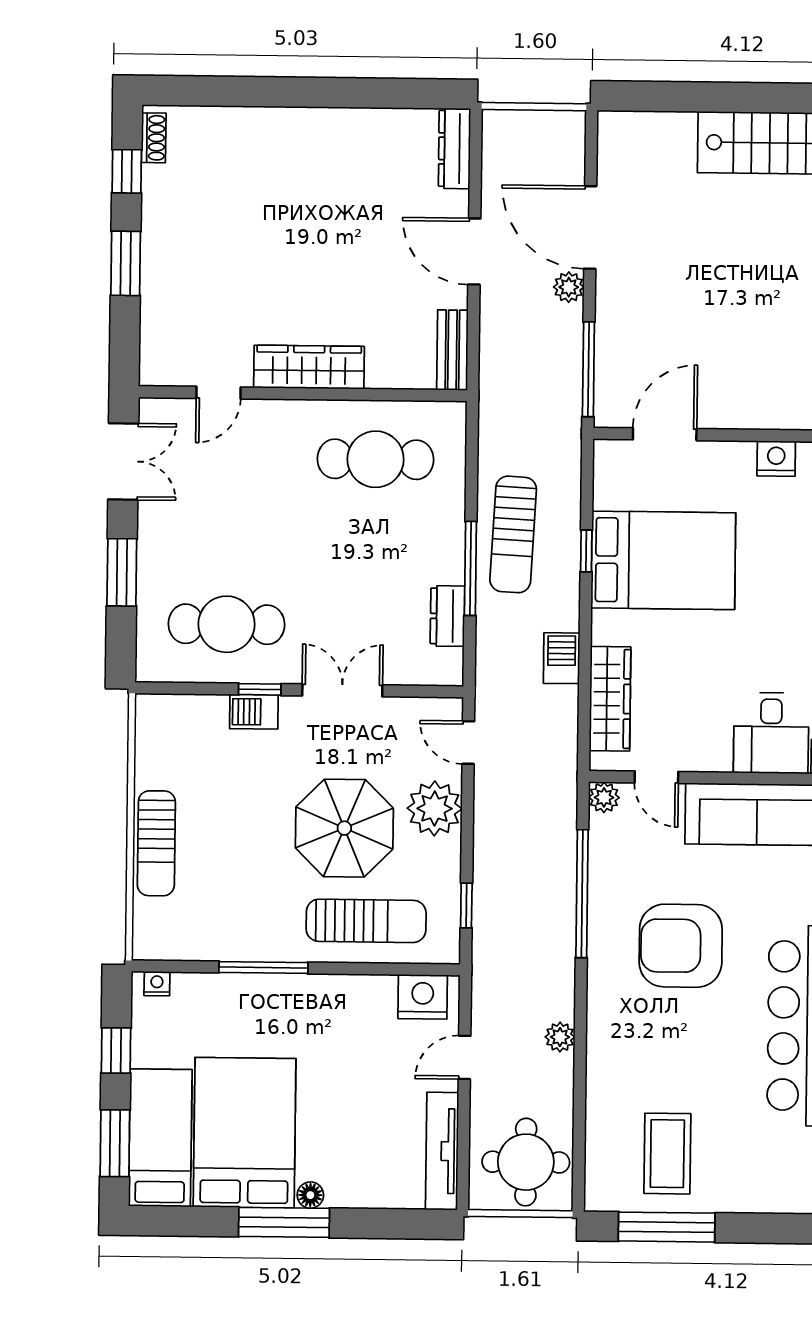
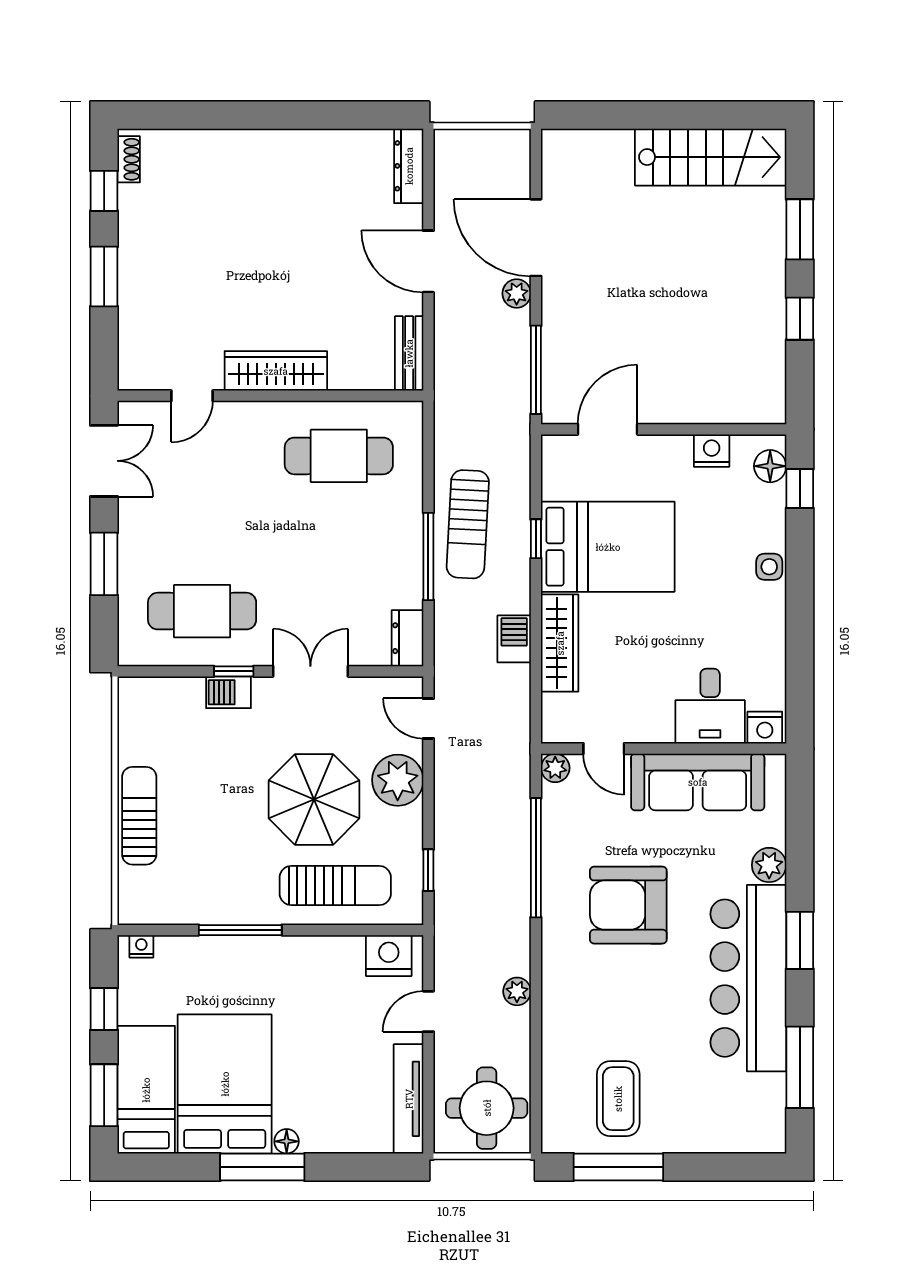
dresser: (447, 616) -> (408, 638), moved
wardrobe: (610, 699) -> (560, 643), moved
sun lounger: (156, 843) -> (139, 816), turned 180

